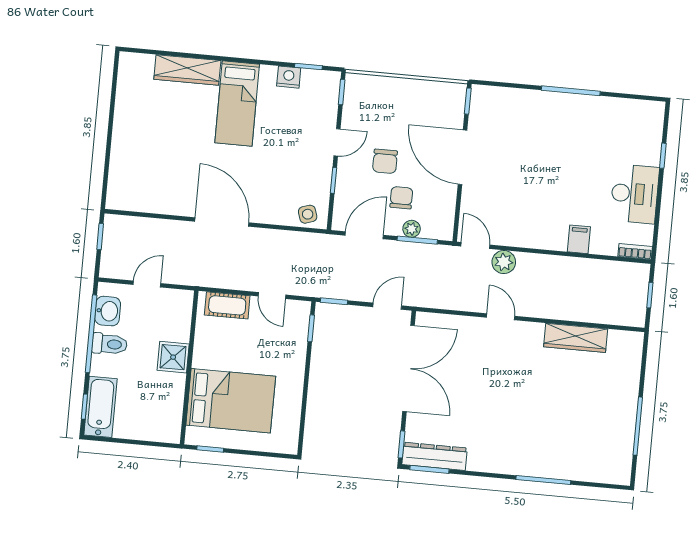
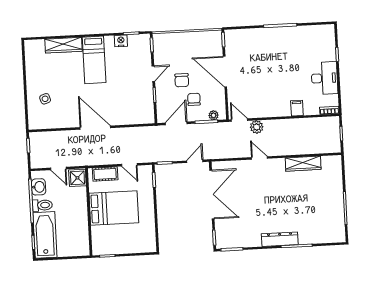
side table: (308, 214) -> (45, 99), moved
plant: (412, 229) -> (214, 115), moved
door: (147, 284) -> (58, 168), swing flipped
shower: (173, 357) -> (77, 178), moved
bed: (231, 401) -> (114, 208), moved
bathtub: (101, 407) -> (45, 235), width x1.36, depth x1.36
dresser: (434, 456) -> (280, 239), moved

